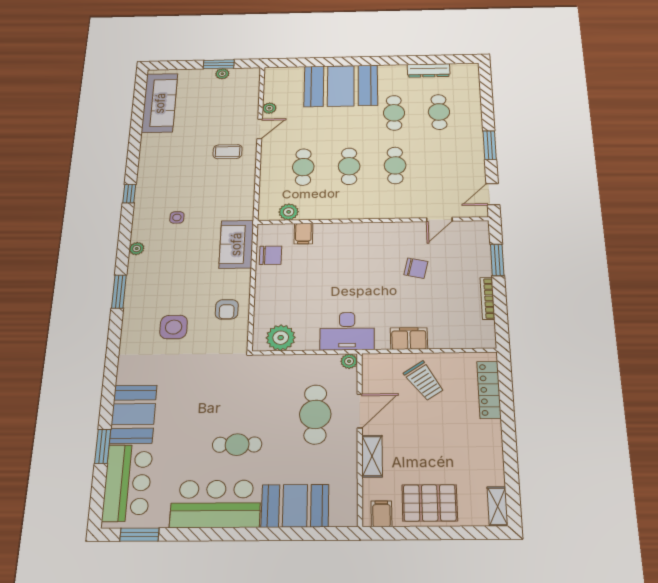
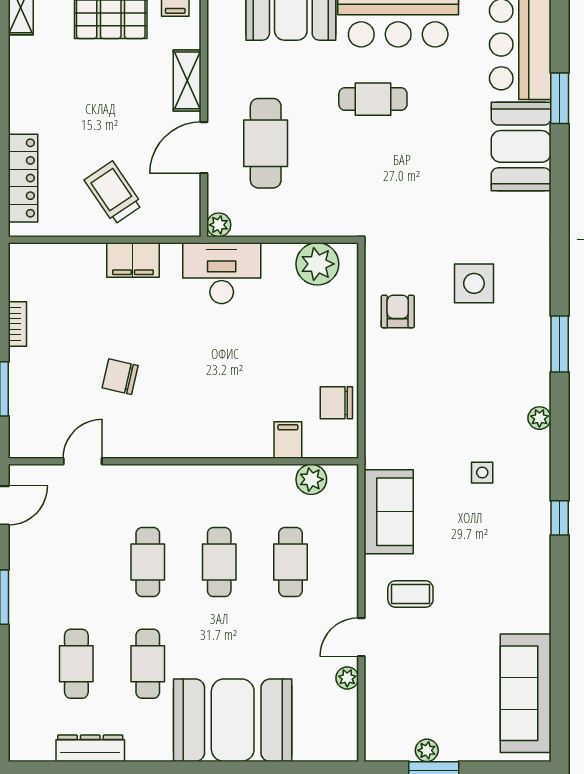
sofa: (236, 244) -> (389, 512), moved
bookcase: (487, 298) -> (17, 324), width x0.64

